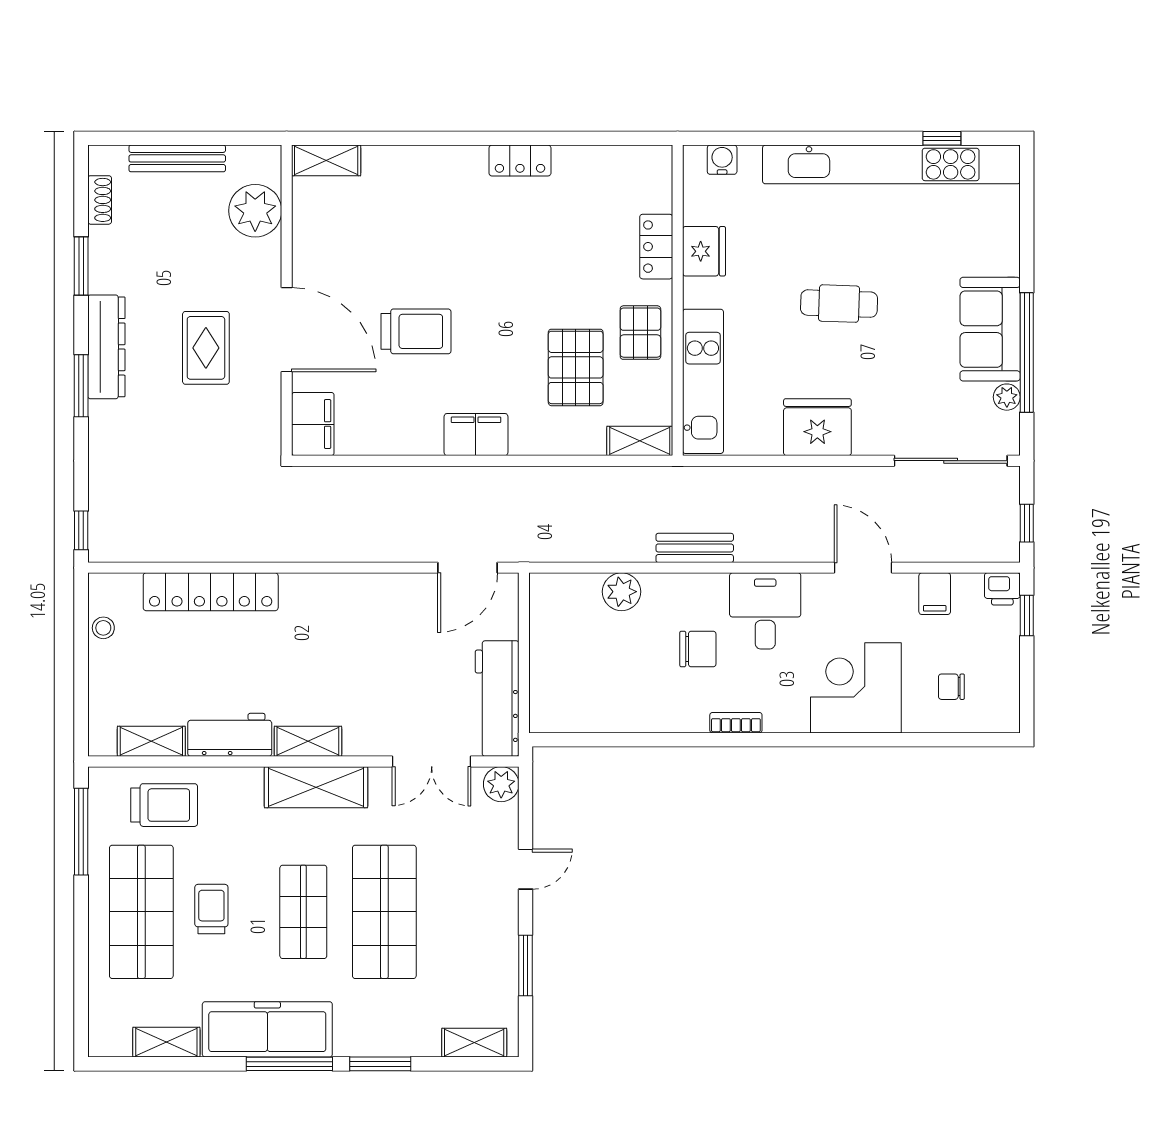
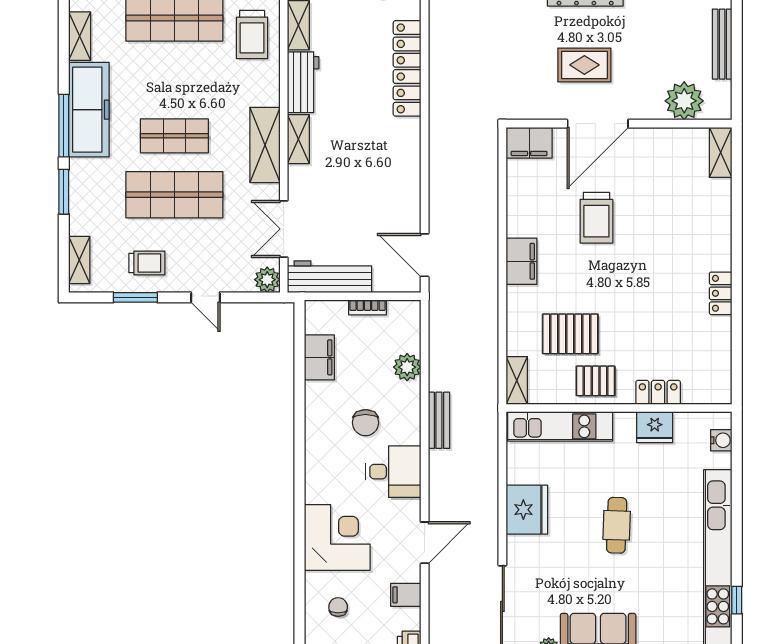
filing cabinet: (608, 712) -> (319, 357), added
bookcase: (736, 723) -> (368, 307), moved, turned 90
trolley: (211, 909) -> (147, 263), moved

